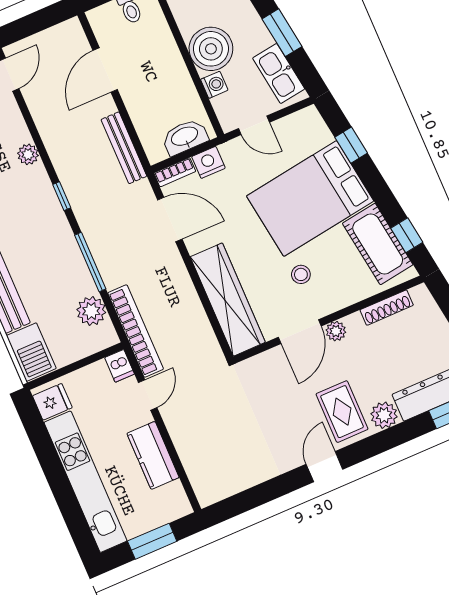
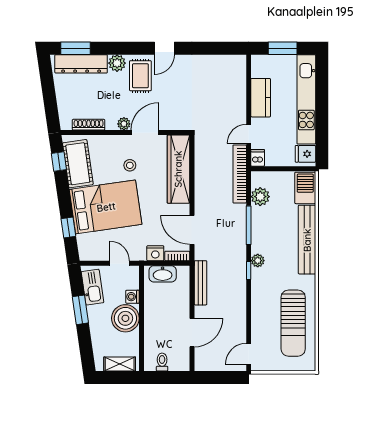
plant: (28, 154) -> (258, 261), moved

